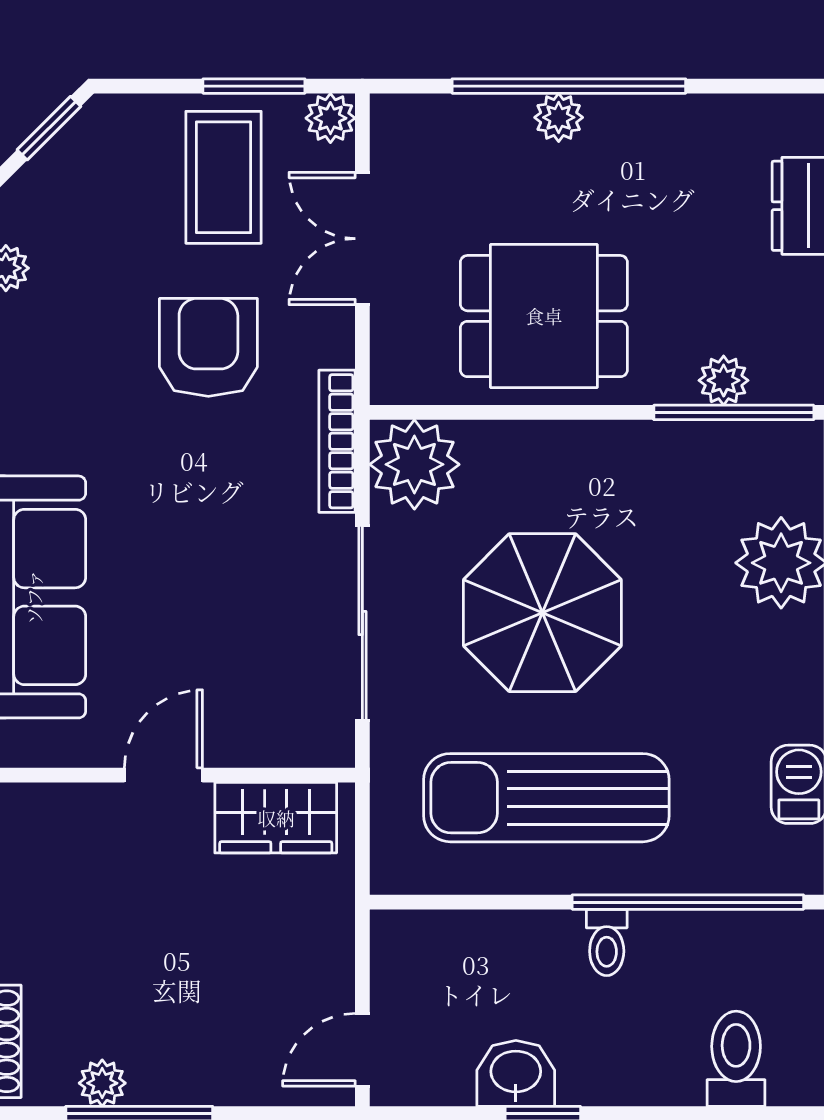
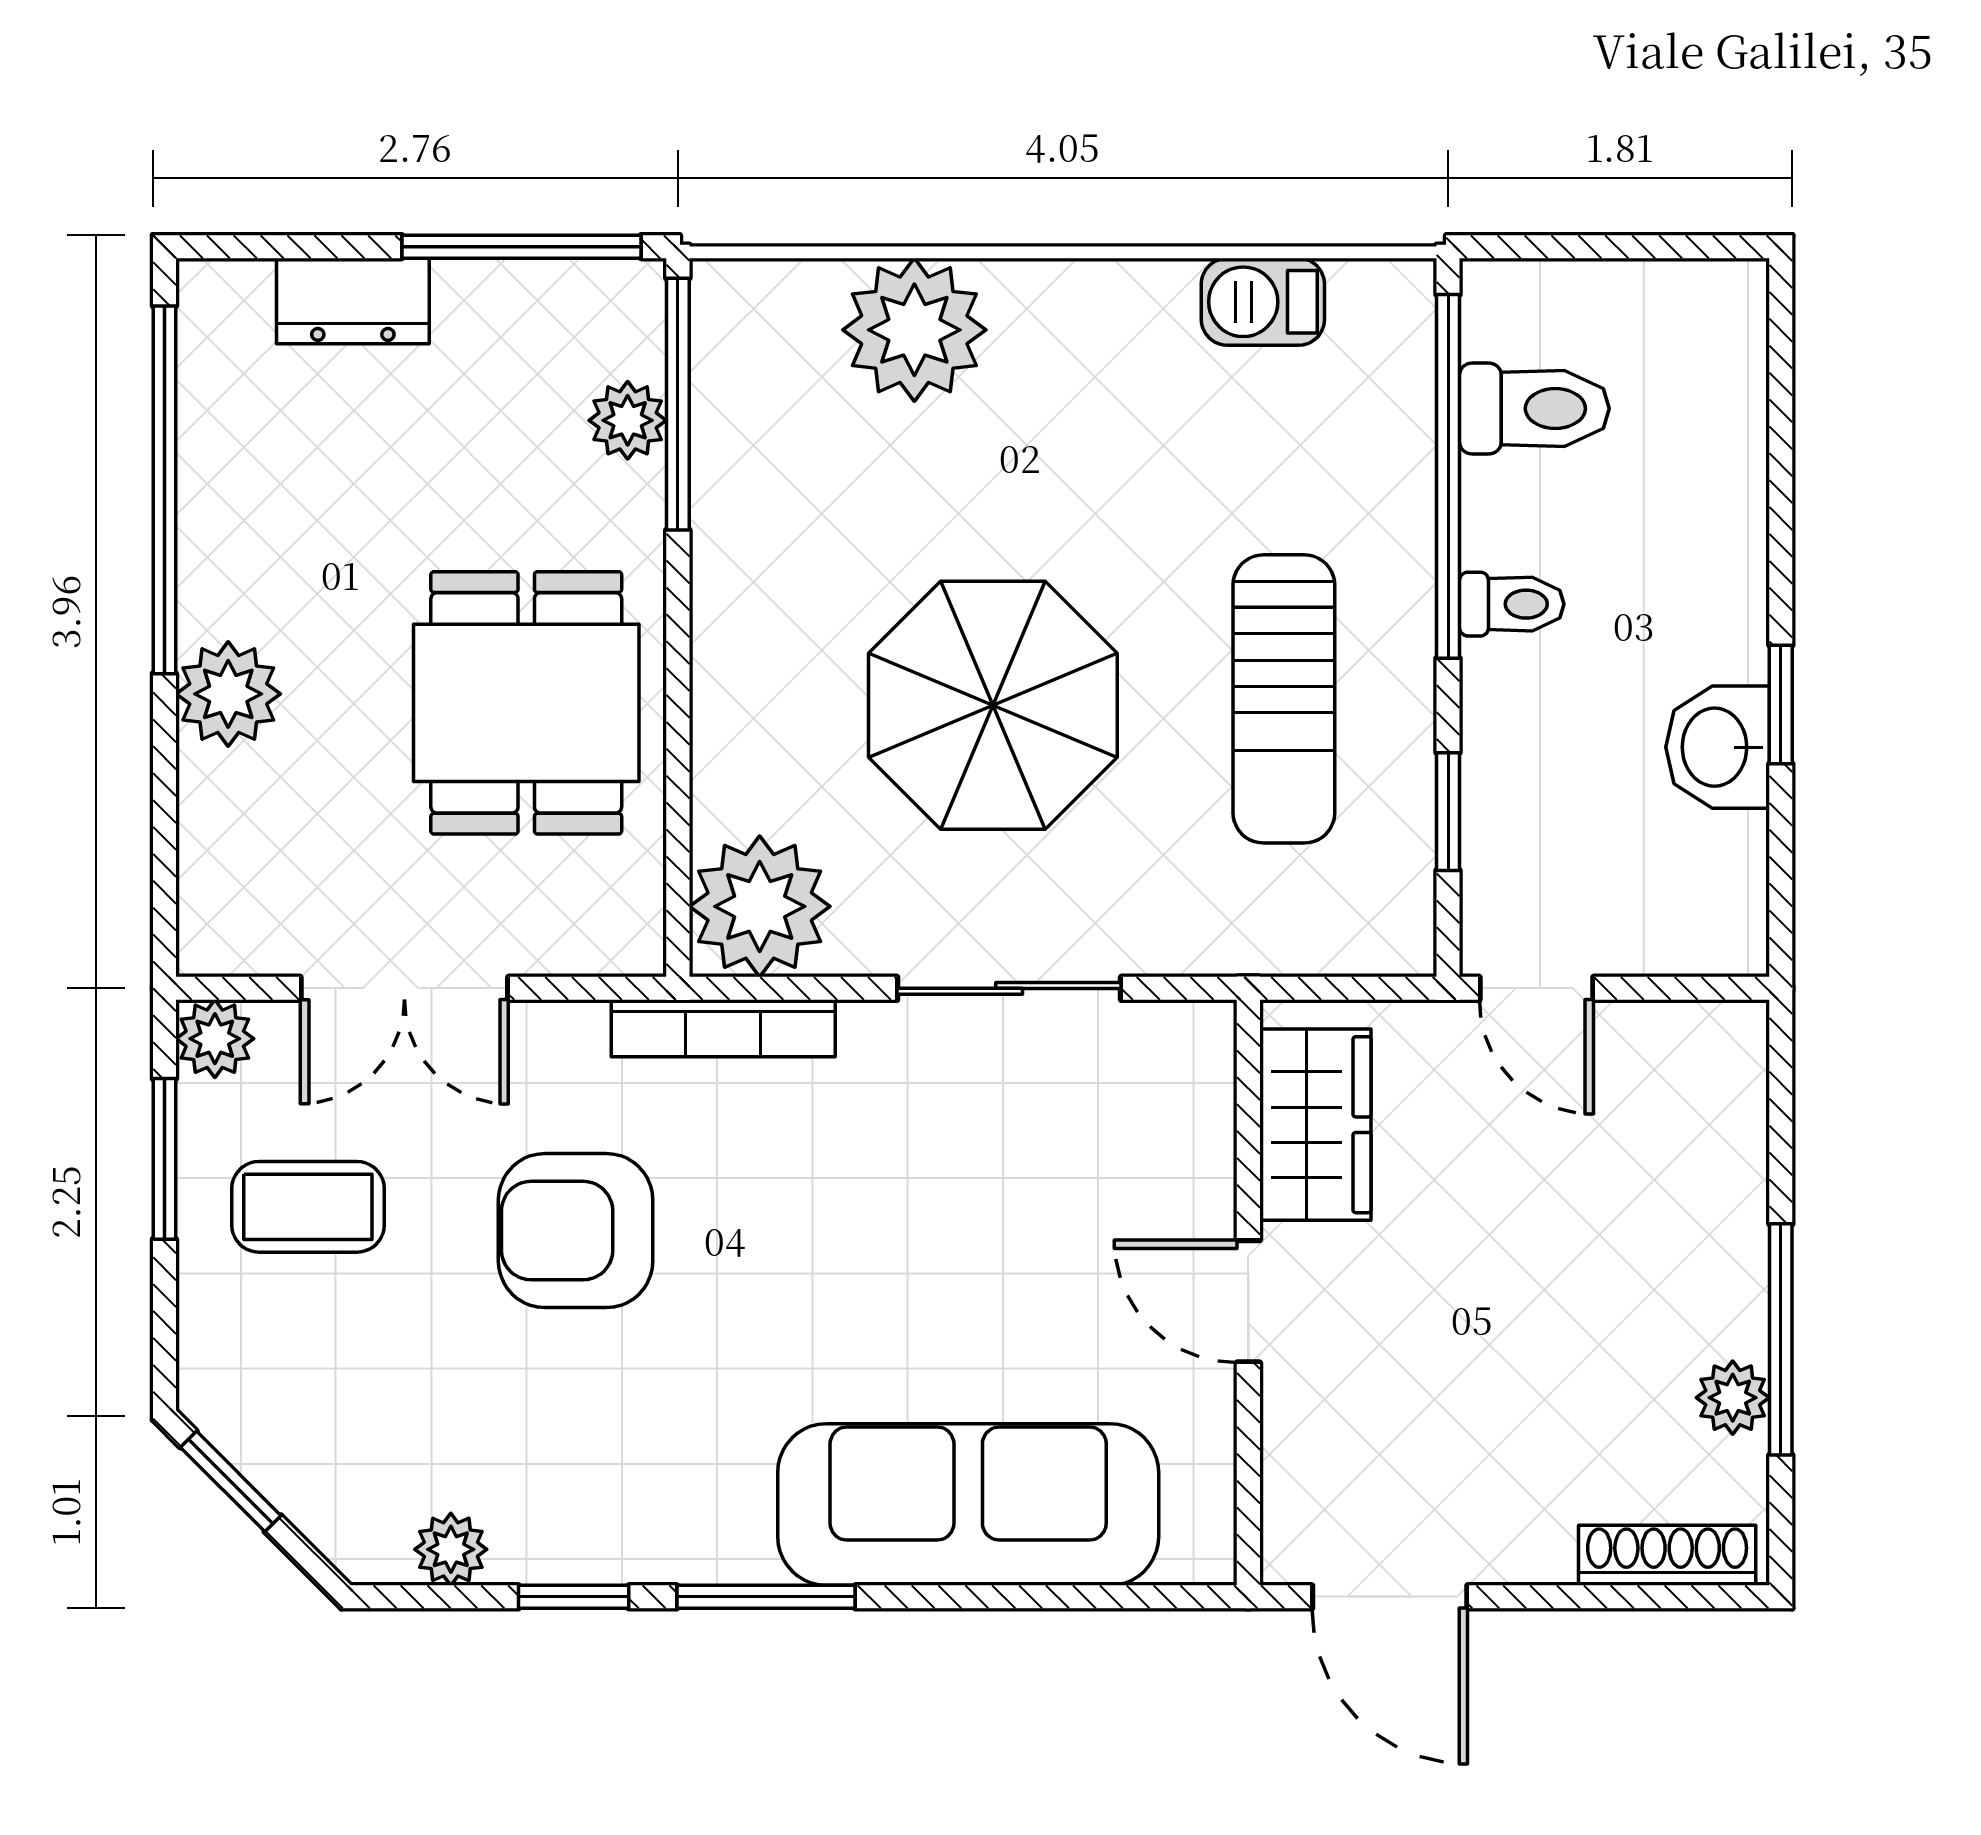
window: (569, 86) -> (164, 490), moved
plant: (559, 117) -> (228, 694), width x1.38, depth x1.38
coffee table: (224, 177) -> (308, 1207), width x0.73, depth x0.77
sliding door: (362, 623) -> (1009, 988), width x0.73
sun lounger: (546, 798) -> (1284, 699), width x0.73, depth x0.75
window: (475, 902) -> (1448, 812), added
door: (362, 1050) -> (1536, 988), moved
toilet: (736, 1059) -> (1534, 409), moved, turned 180

